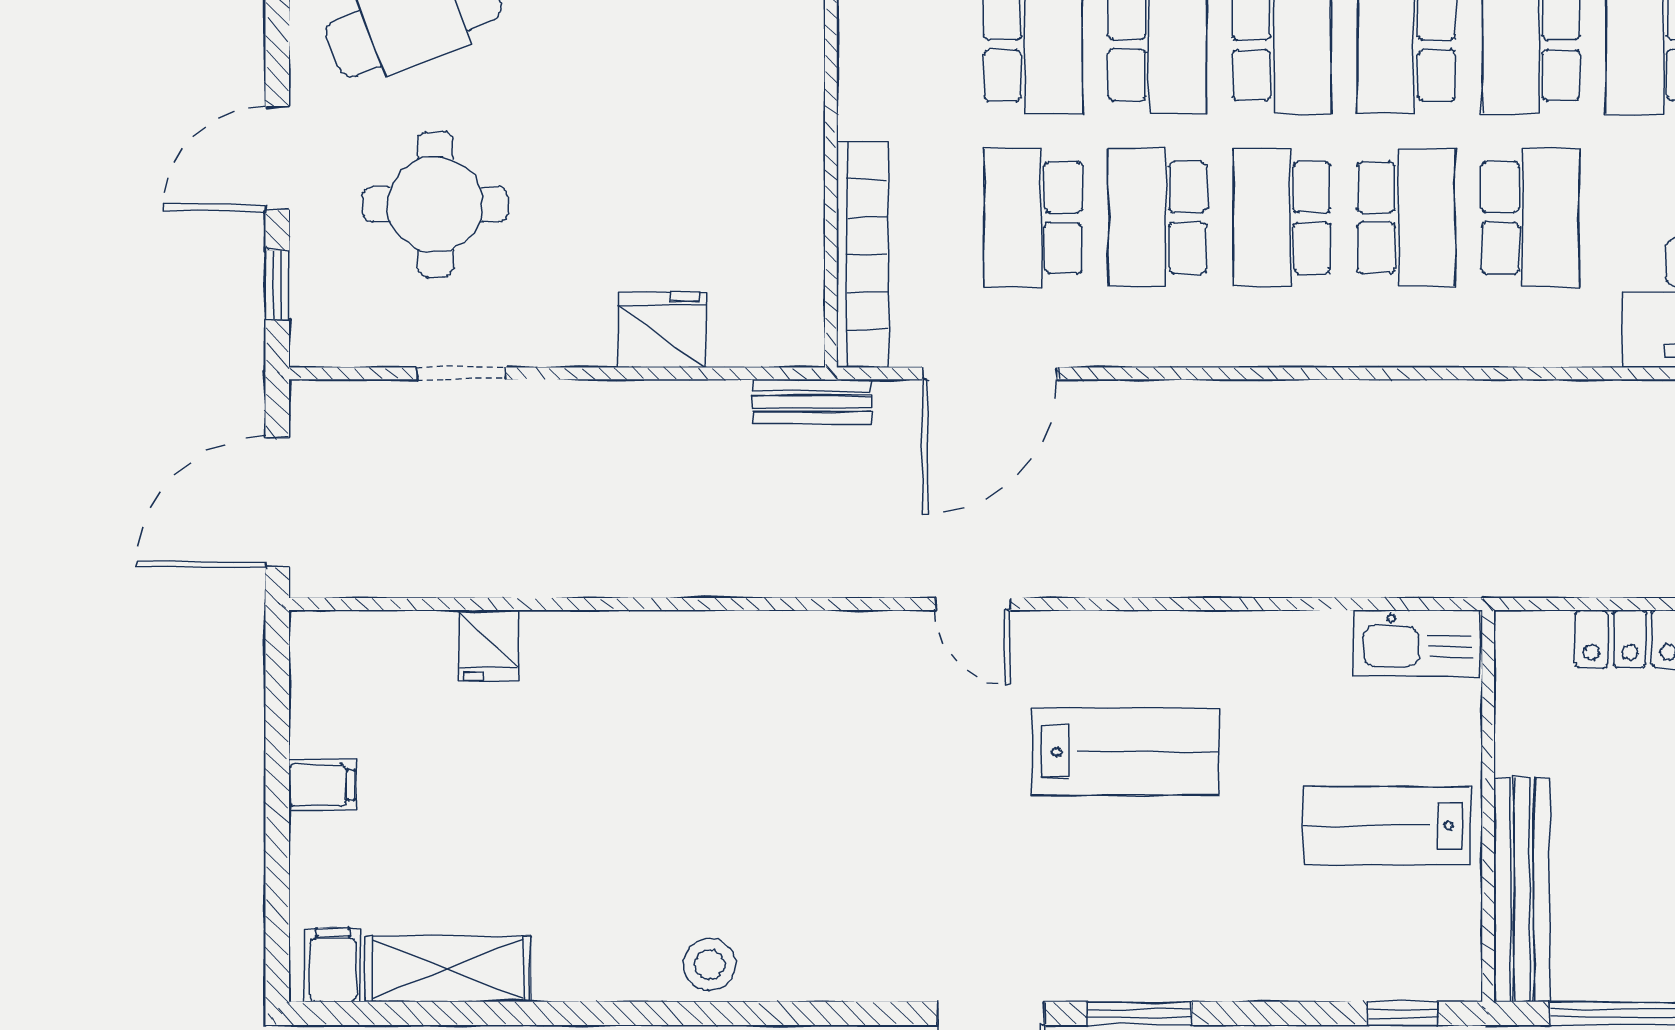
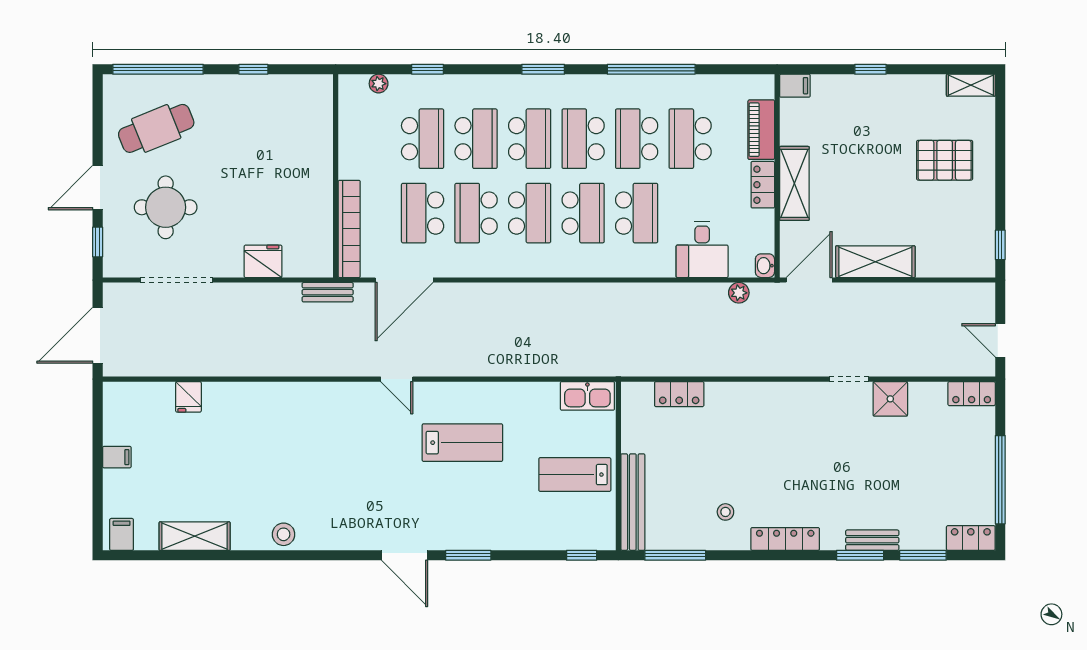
school desk: (1282, 218) -> (530, 213), turned 180
doorway: (461, 373) -> (177, 280), width x1.87
shelving: (448, 969) -> (195, 536), moved

